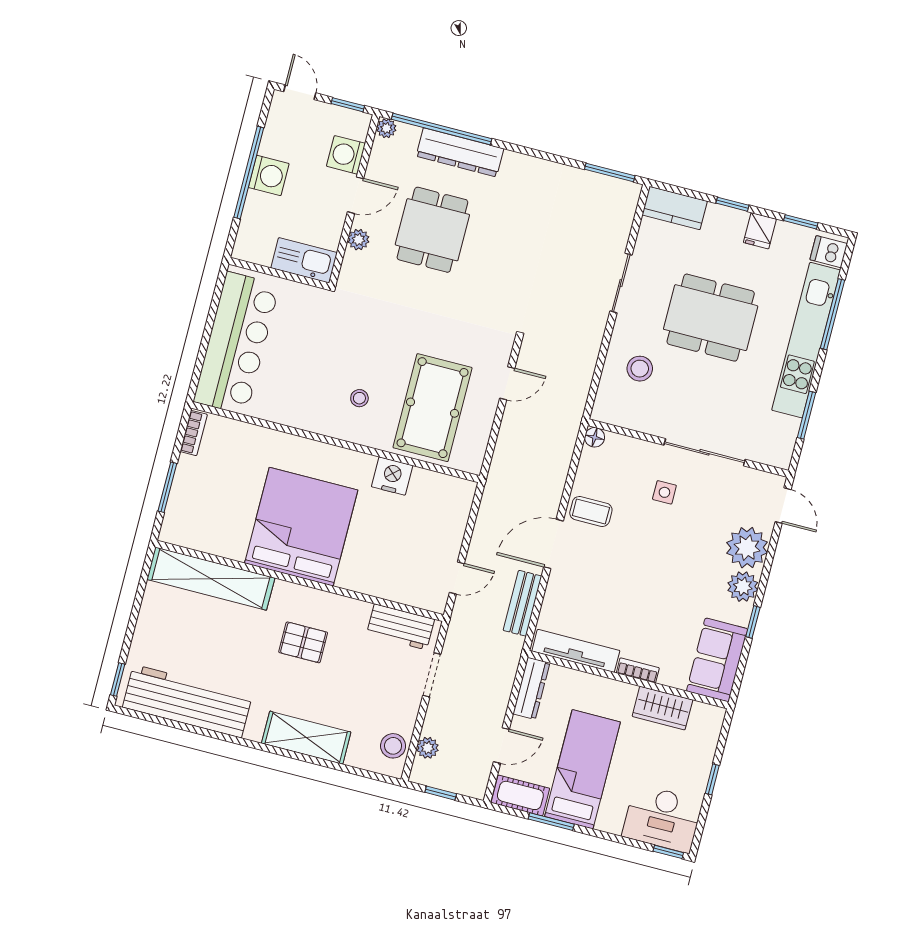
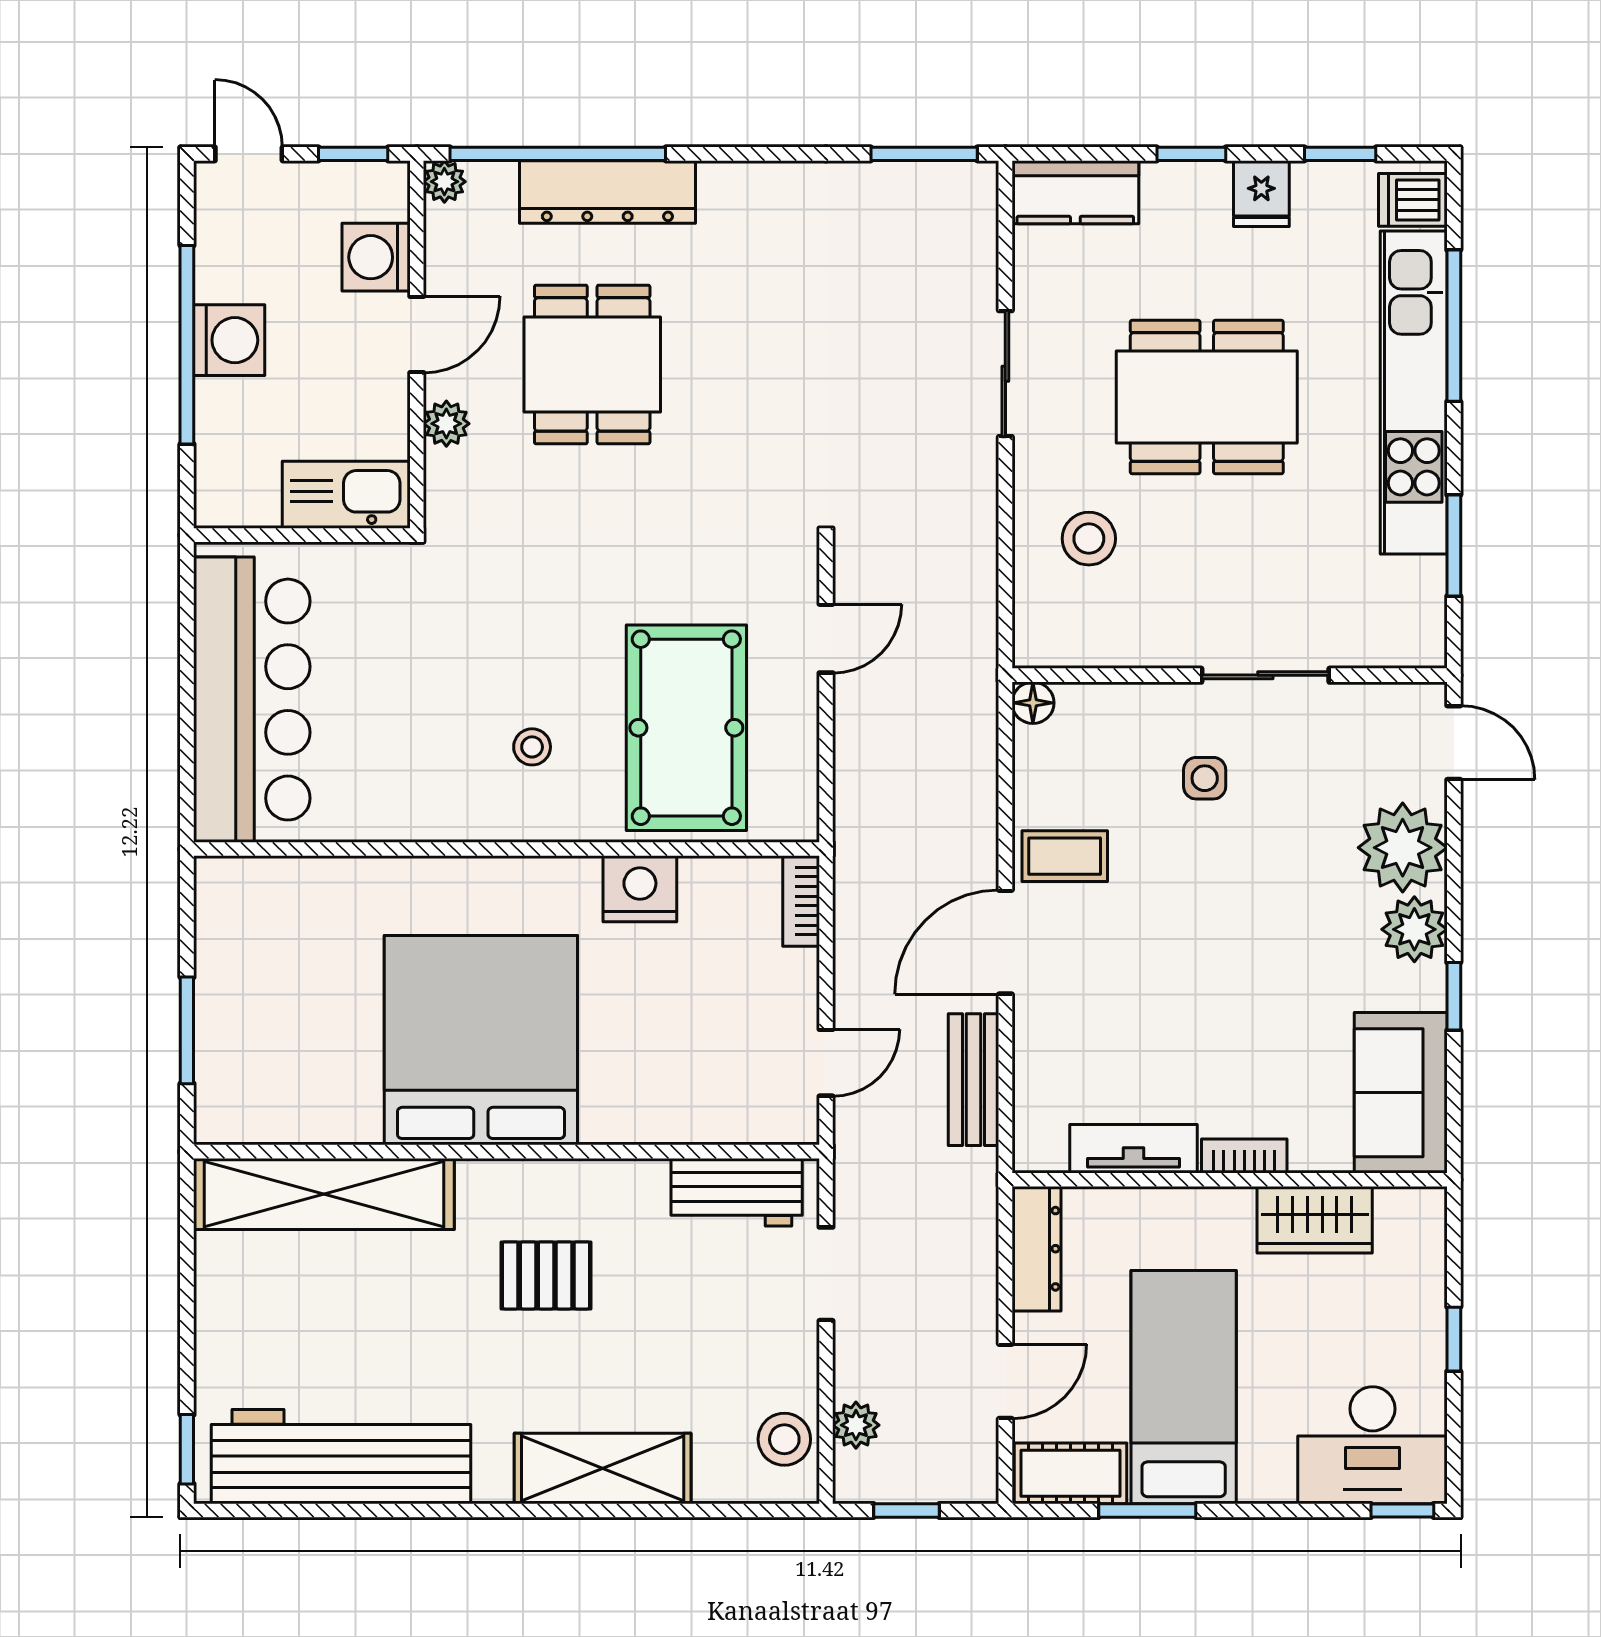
bookcase: (194, 433) -> (801, 901), moved, turned 180
sliding door: (705, 452) -> (1265, 675), width x0.73
tv unit: (576, 651) -> (1133, 1149), width x0.71

